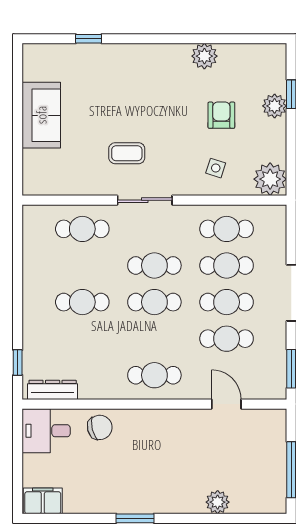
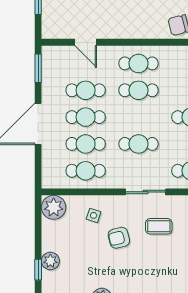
armchair: (221, 115) -> (119, 238), moved, turned 76
cafe table: (154, 302) -> (139, 90), moved

